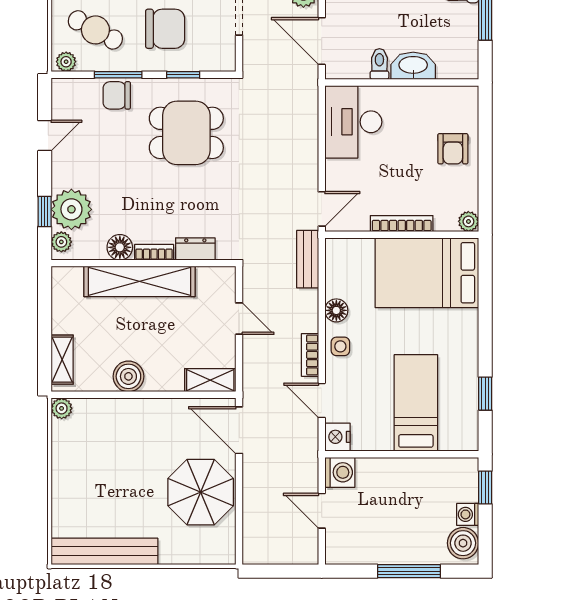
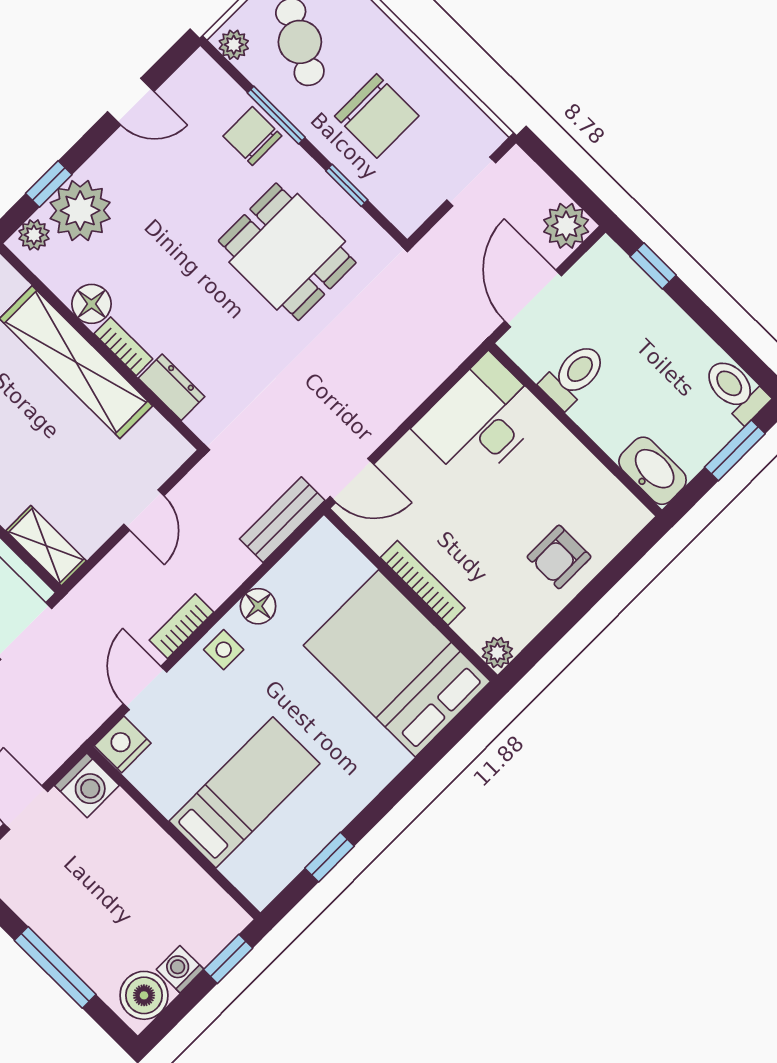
toilet: (379, 64) -> (574, 376), width x1.37, depth x1.39
washbasin: (413, 66) -> (653, 471), moved

